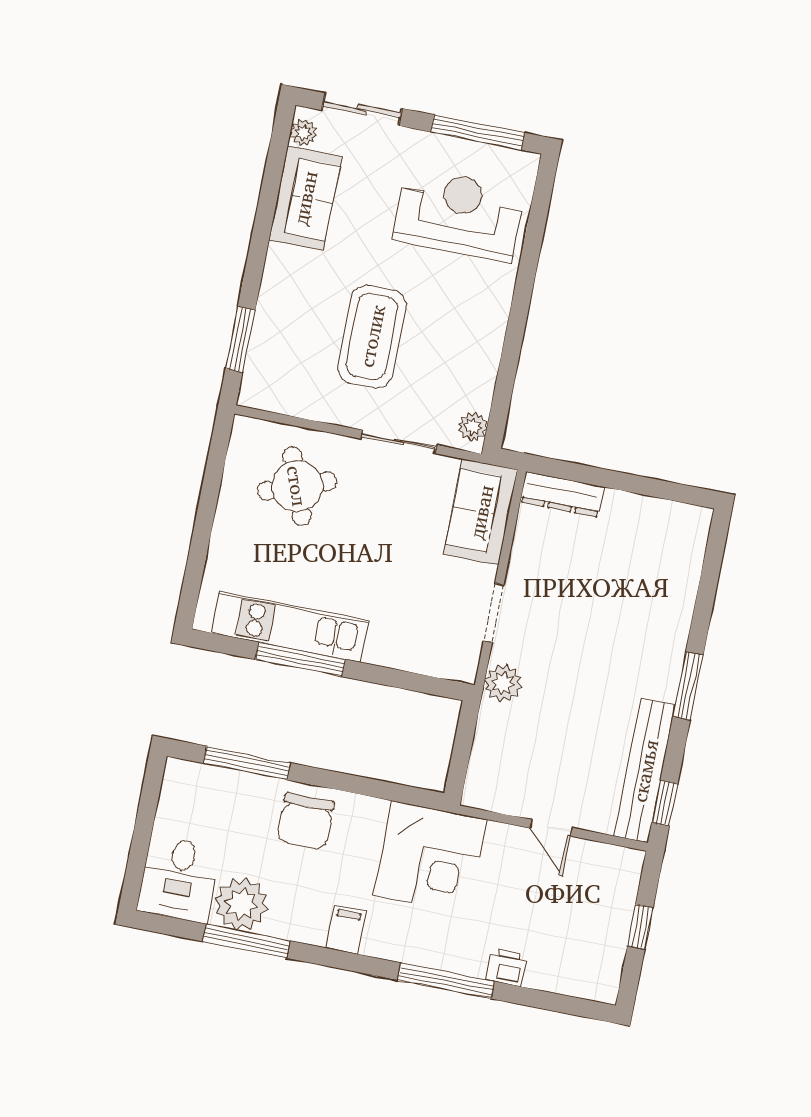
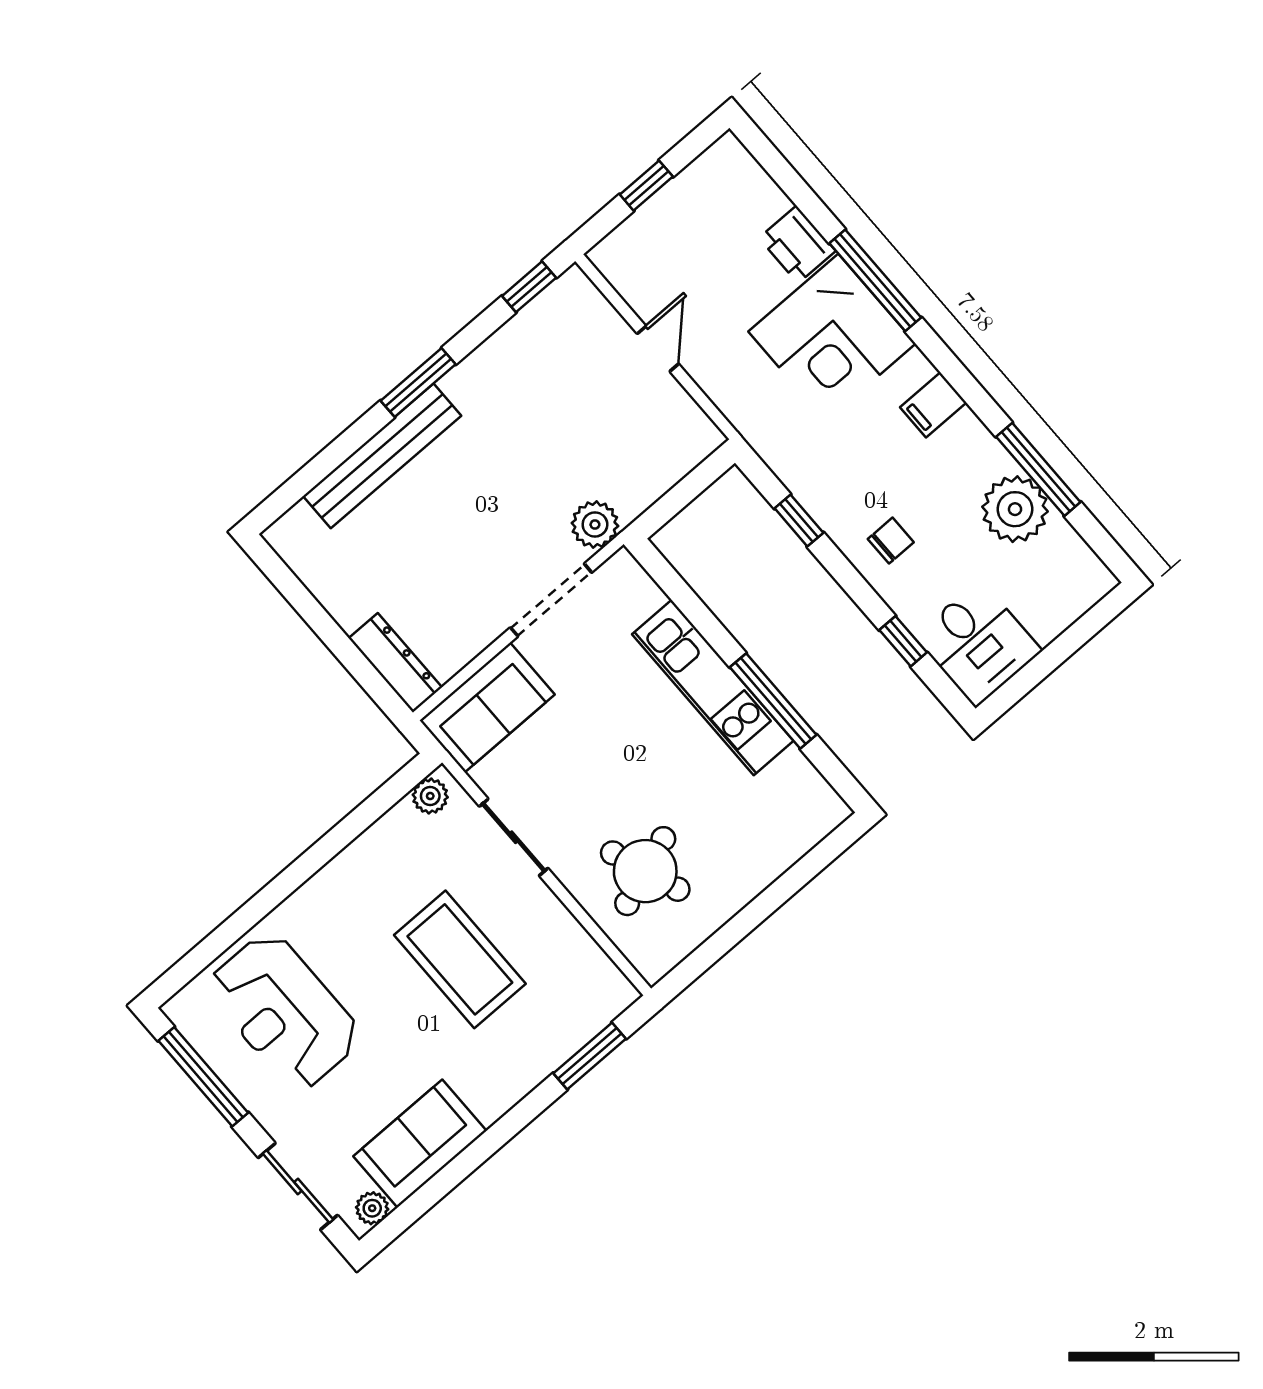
coffee table: (372, 336) -> (460, 959), turned 90
doorway: (494, 613) -> (551, 600), width x1.38
kitchen unit: (290, 627) -> (713, 688), moved
window: (247, 763) -> (903, 641), width x0.46
bench: (645, 771) -> (382, 456), moved
window: (374, 788) -> (799, 520), added
chair: (305, 821) -> (891, 541), width x0.54, depth x0.54
corner desk: (430, 858) -> (832, 338), moved, turned 180
desk: (179, 879) -> (978, 643), moved, turned 90
printer: (507, 967) -> (797, 245), width x1.36, depth x1.24

